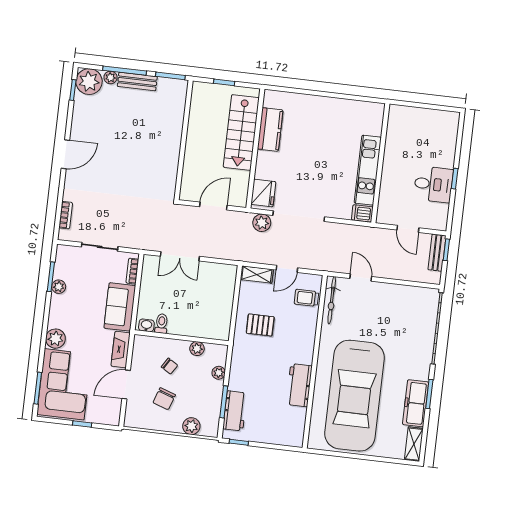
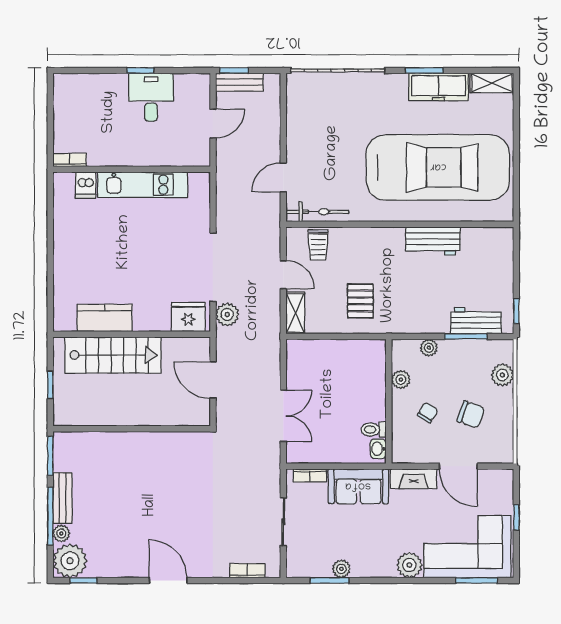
bookcase: (393, 117) -> (70, 160), added
dishwasher: (362, 213) -> (86, 185), moved

